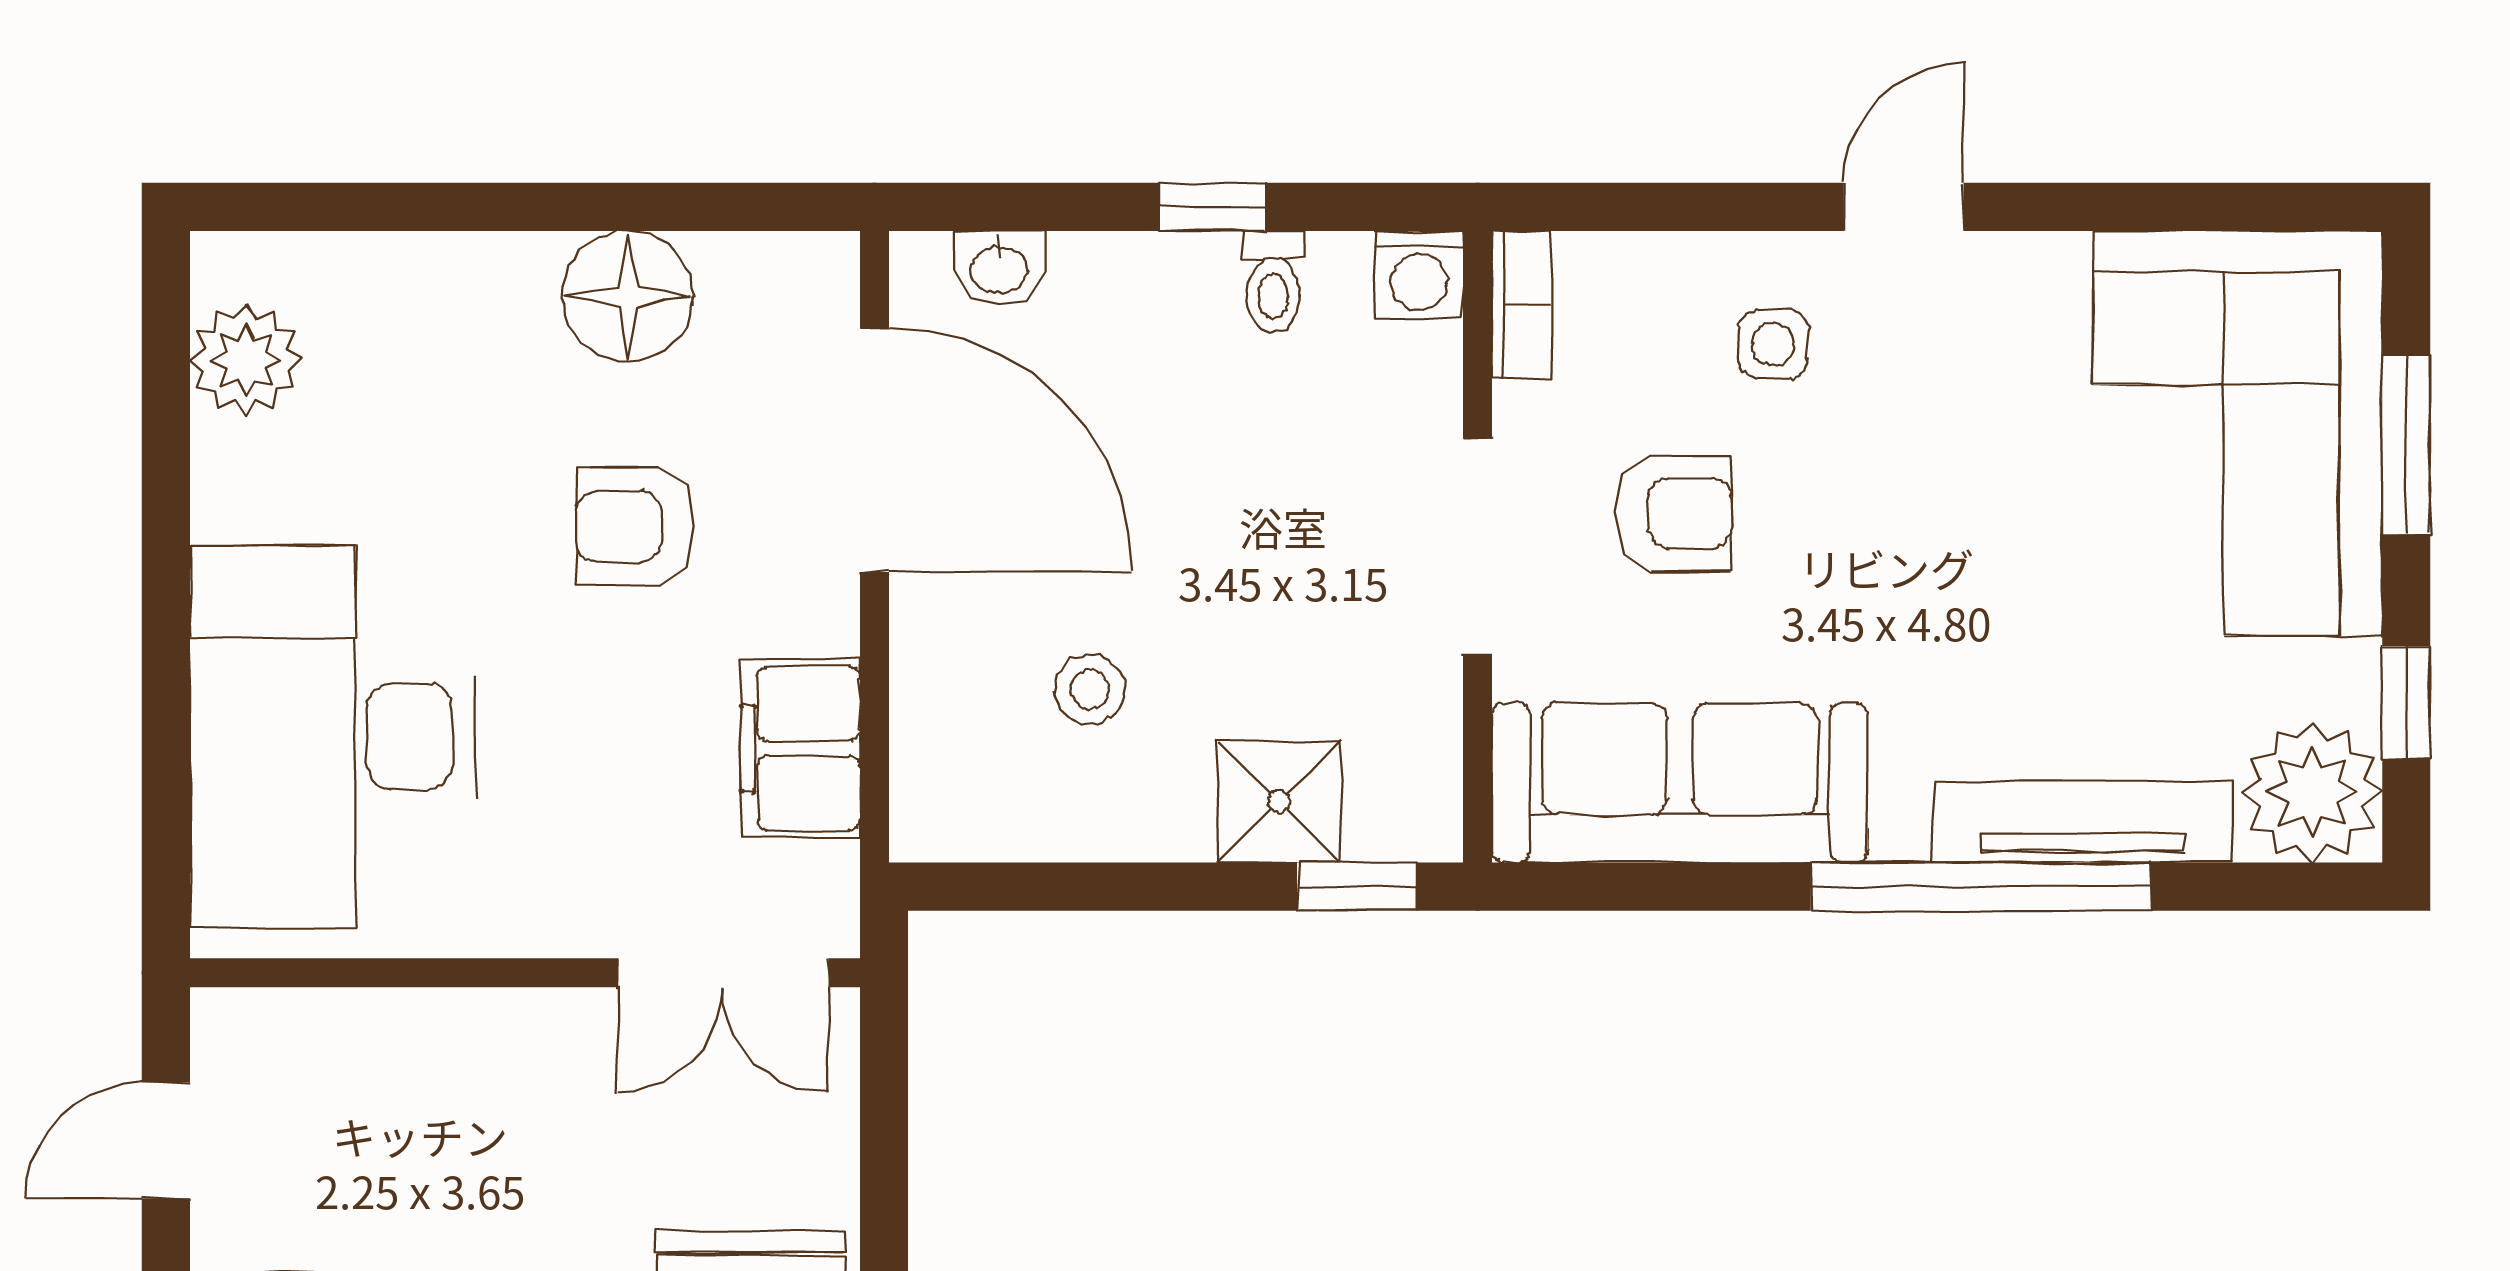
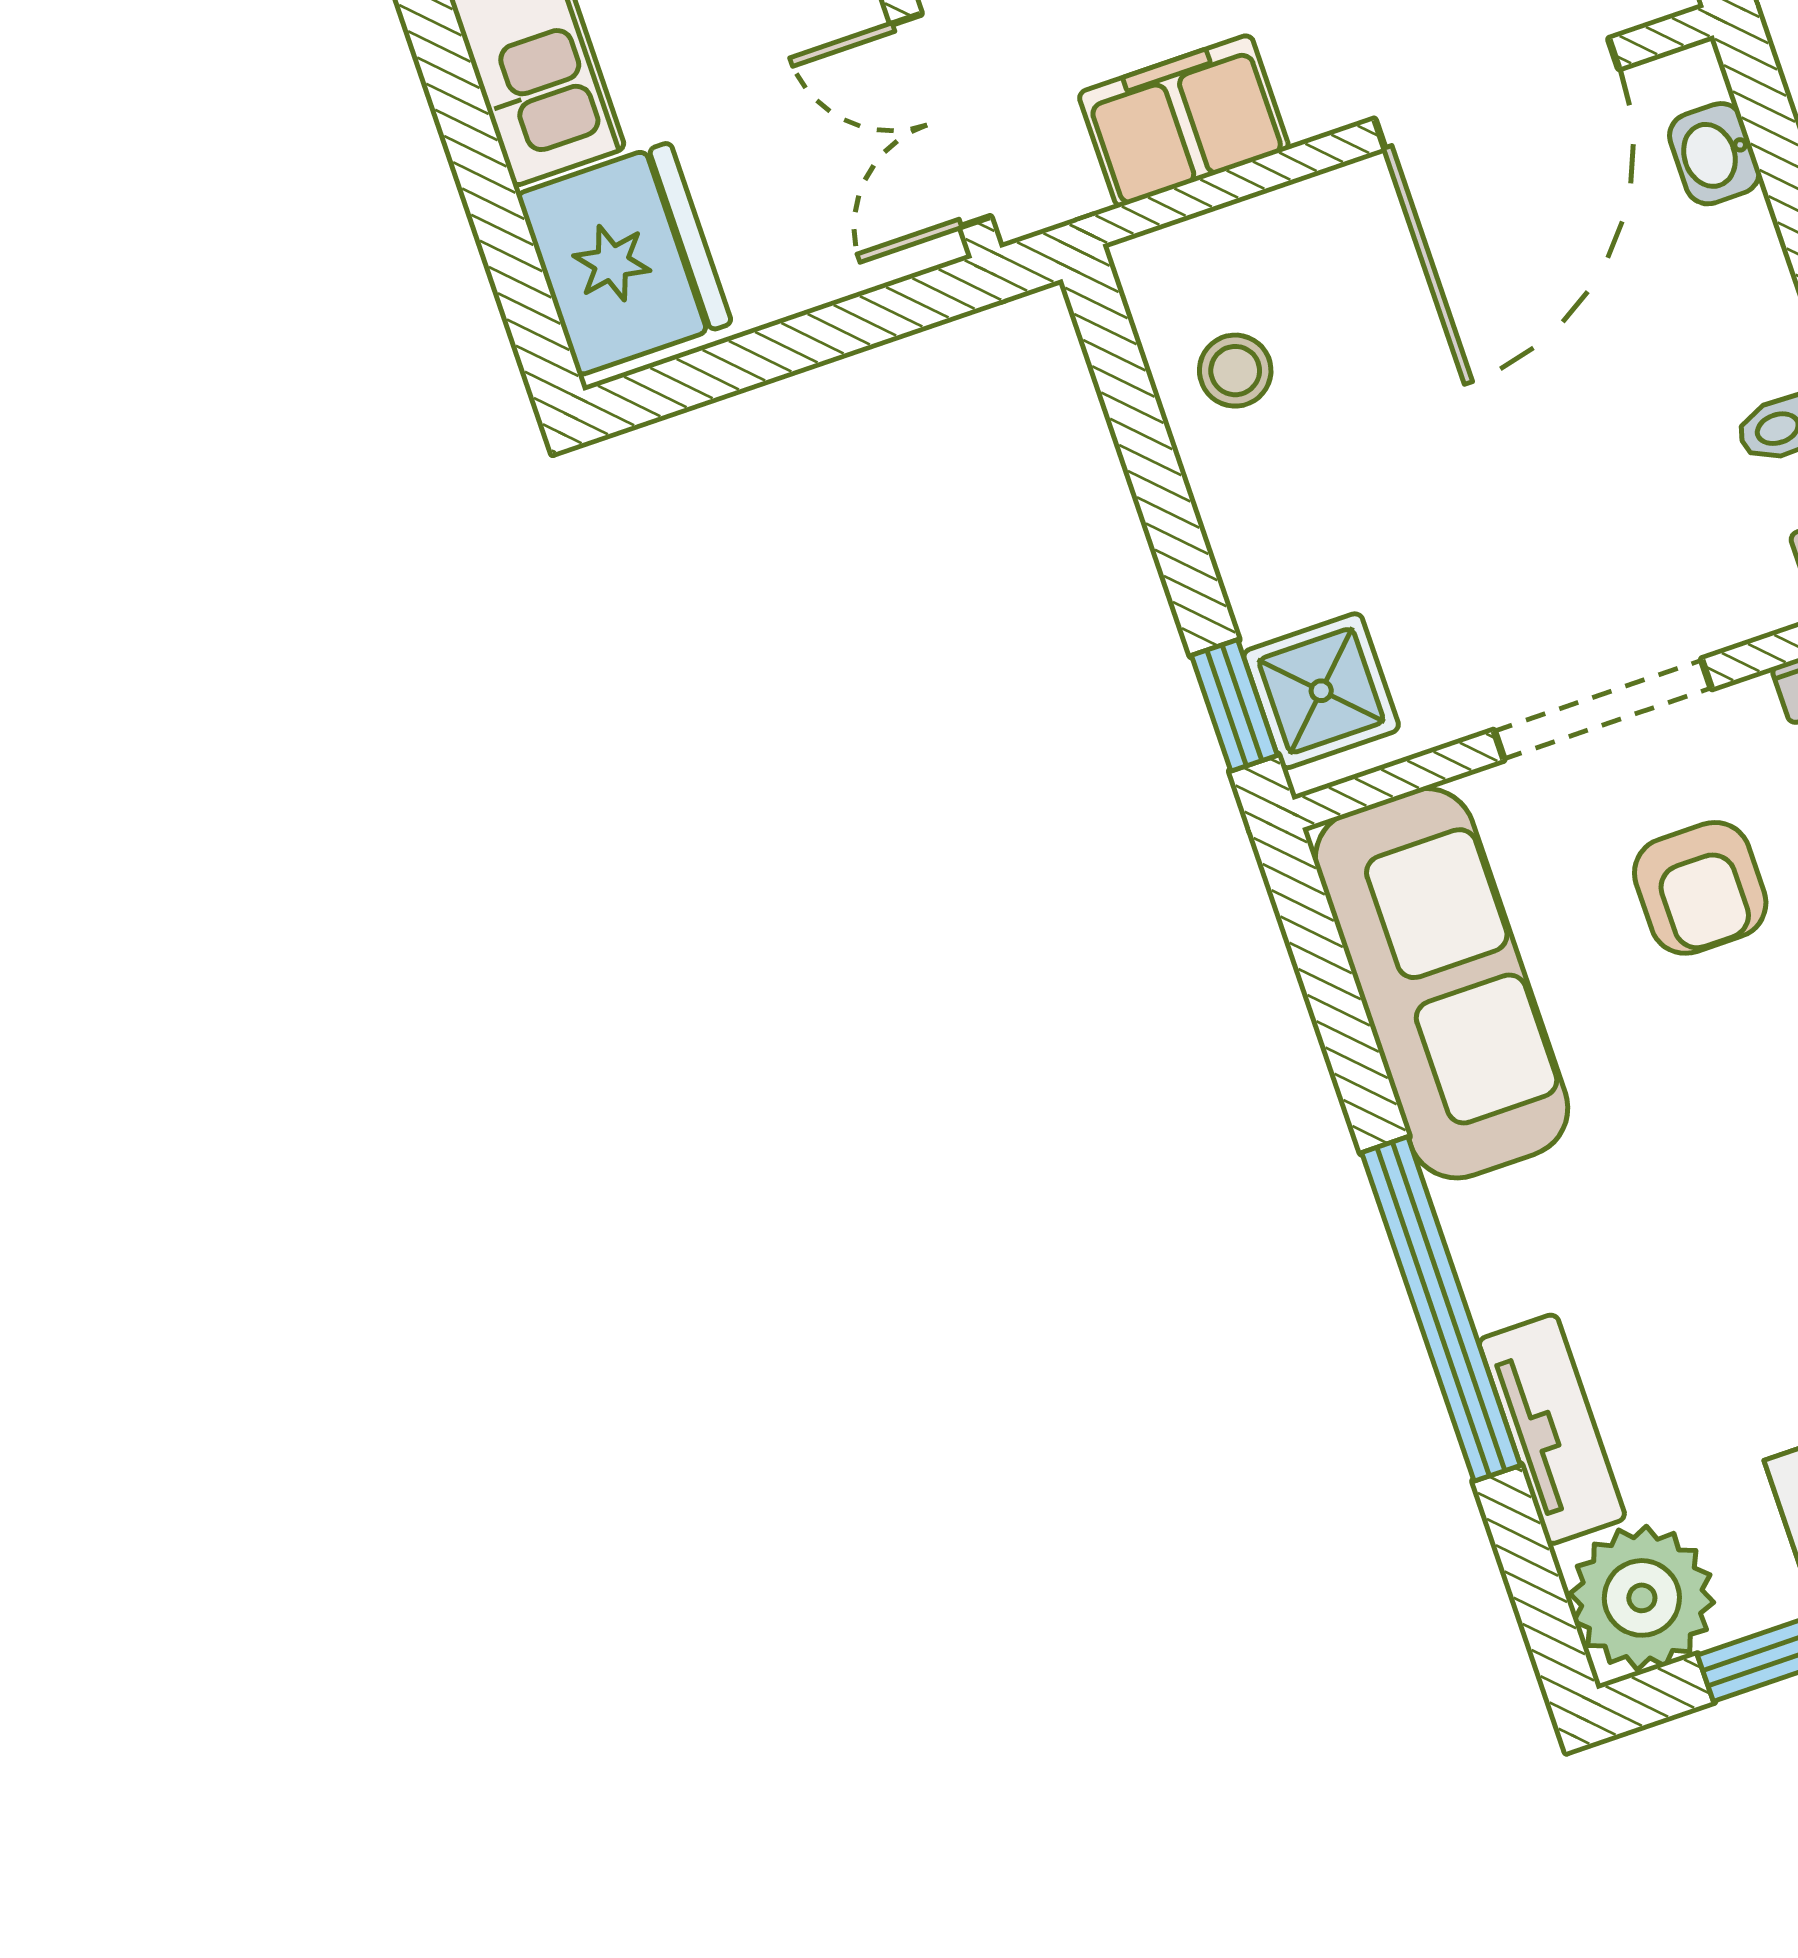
stool: (1090, 689) -> (1235, 371), moved
shower: (1279, 802) -> (1321, 691), moved
tv unit: (2084, 822) -> (1552, 1429), width x0.71

